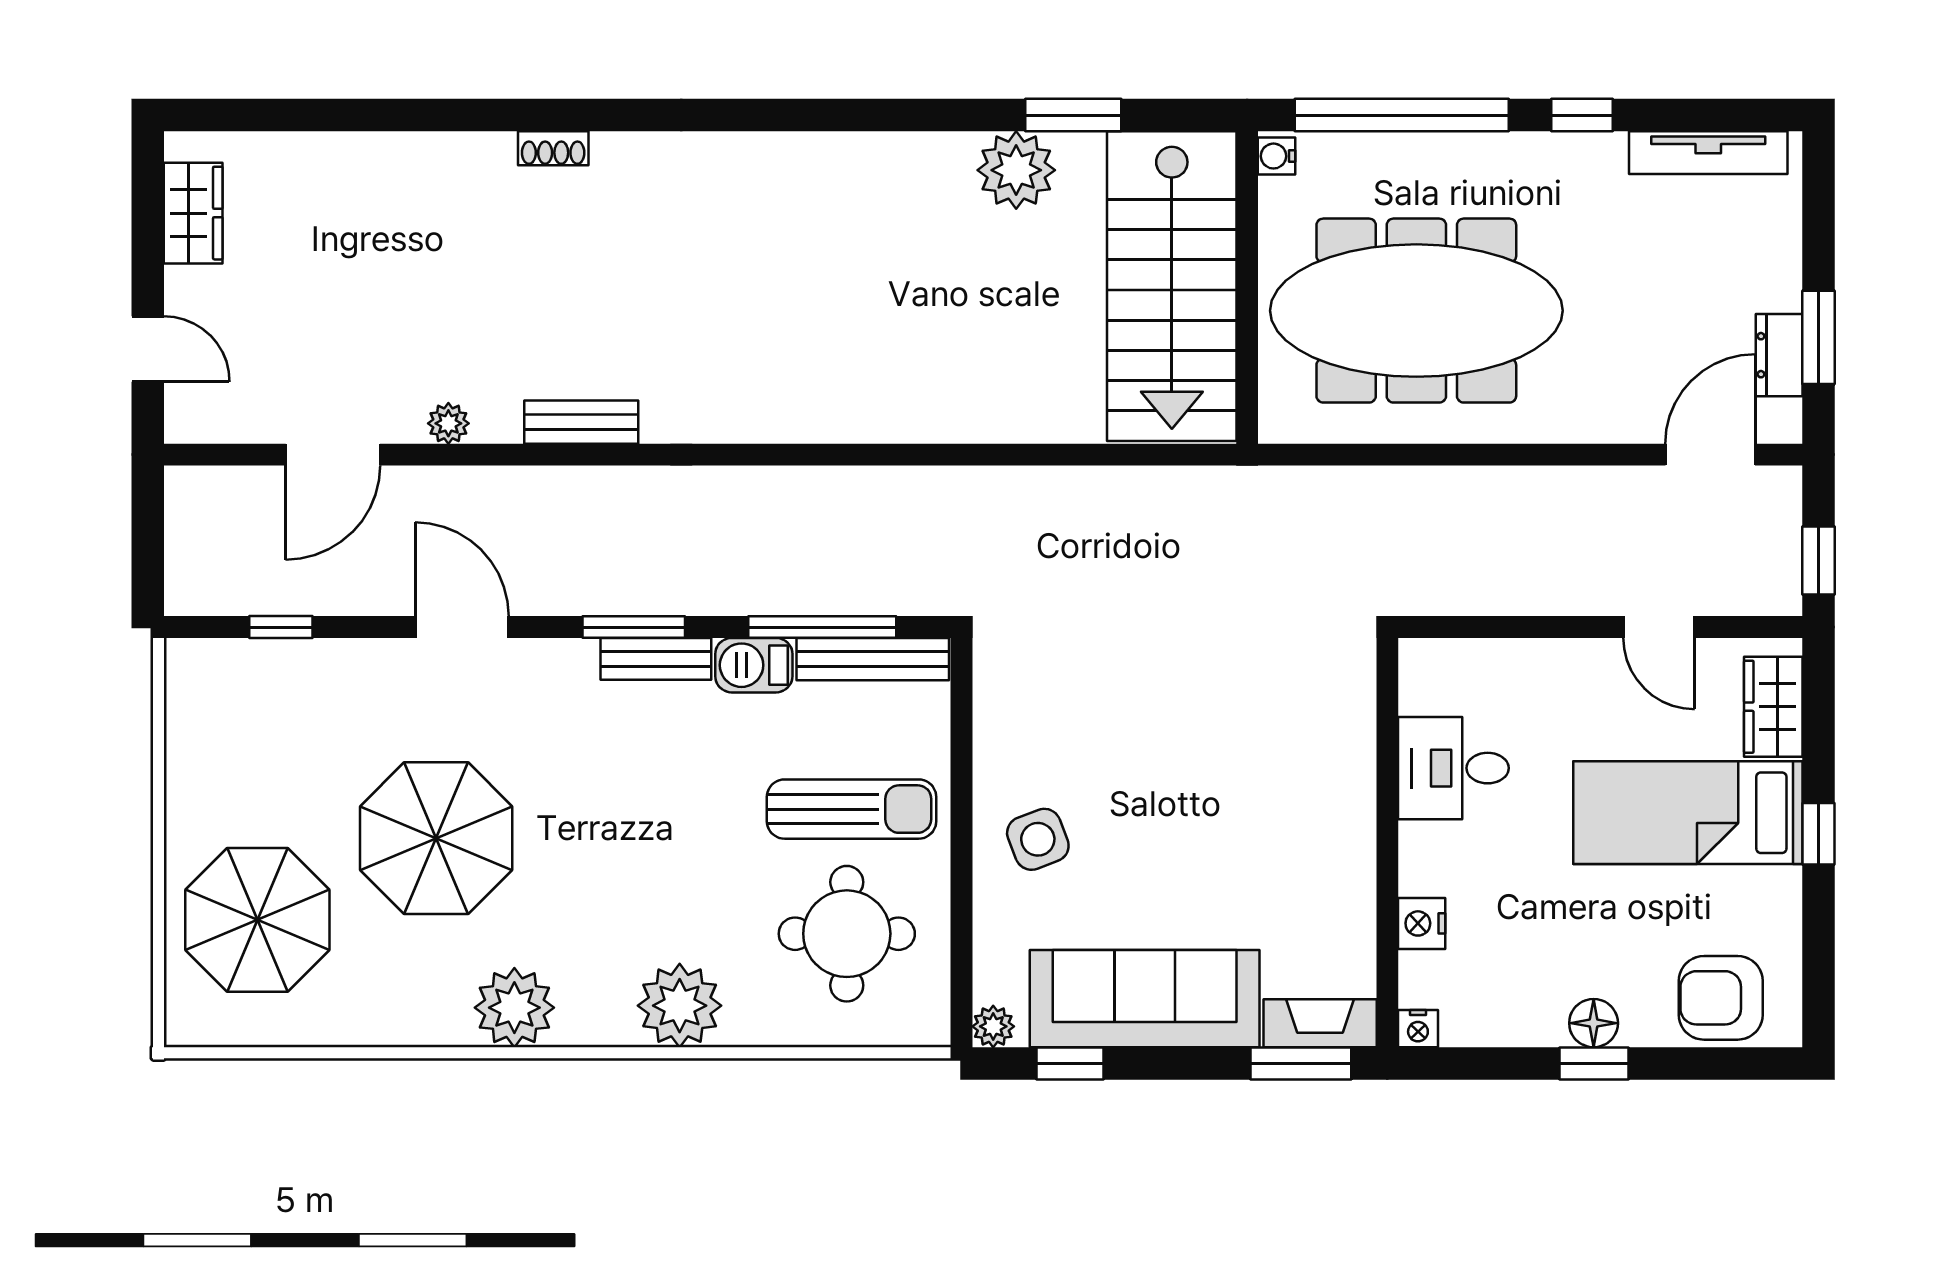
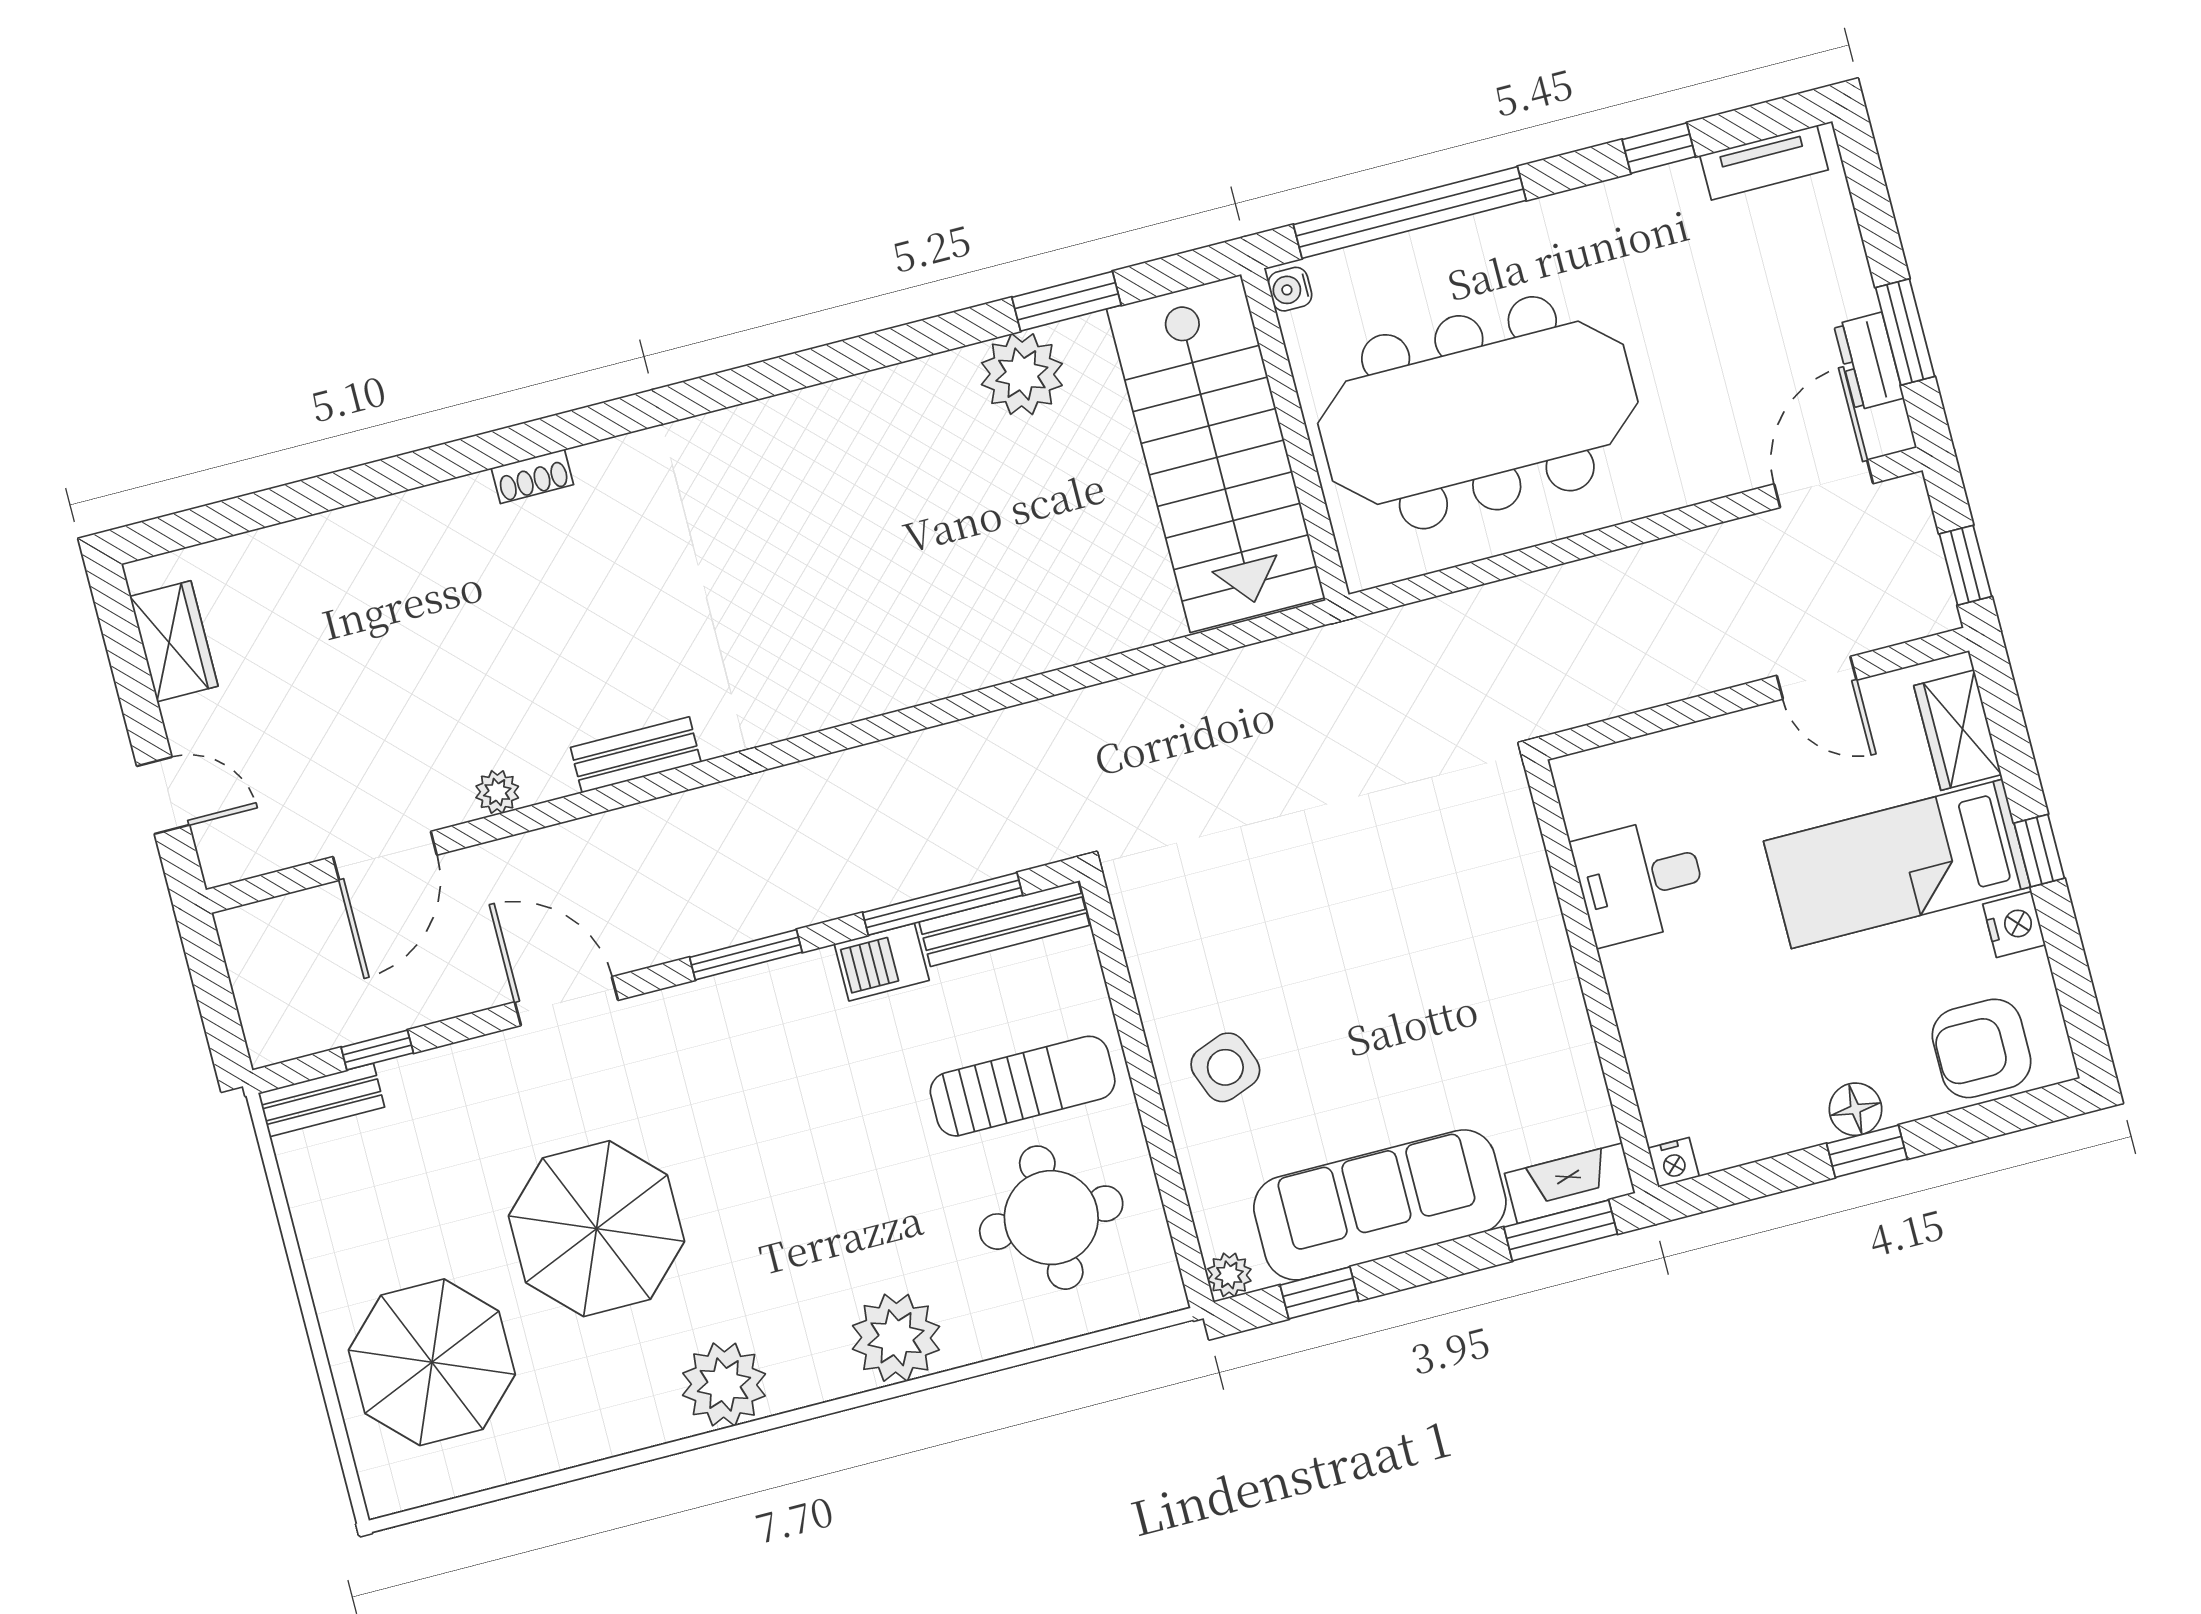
window: (1582, 115) -> (1659, 148), moved
tv unit: (1708, 153) -> (1764, 163), width x0.71
bench: (656, 659) -> (321, 1100), moved
nightstand: (1422, 923) -> (2014, 924), moved, turned 180

